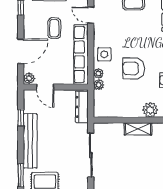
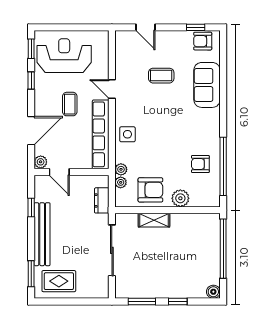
armchair: (134, 68) -> (150, 190), moved, turned 180
plant: (98, 74) -> (121, 182), moved
dresser: (82, 107) -> (102, 200), width x0.70
shelving: (138, 129) -> (154, 220), moved

